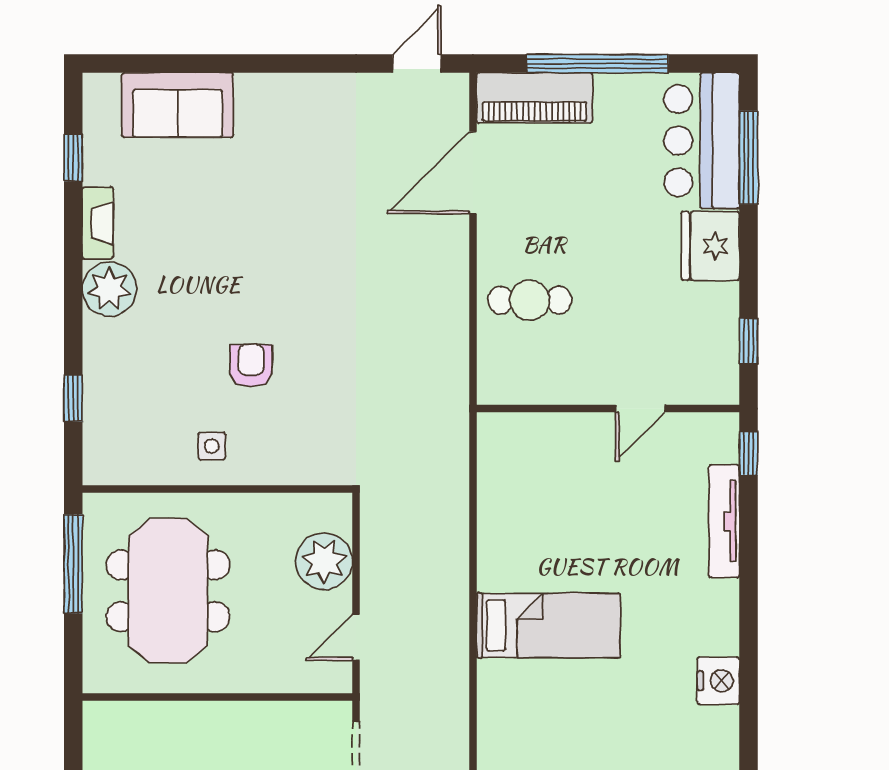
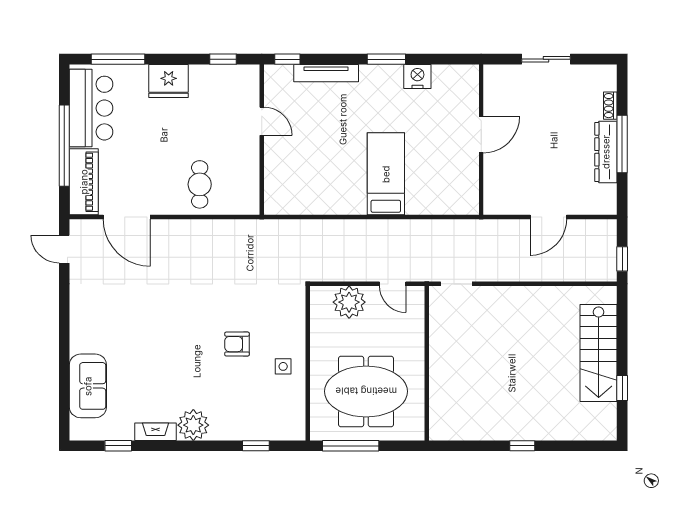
bar counter: (702, 141) -> (91, 108), moved, turned -90
window: (749, 626) -> (386, 59), added

